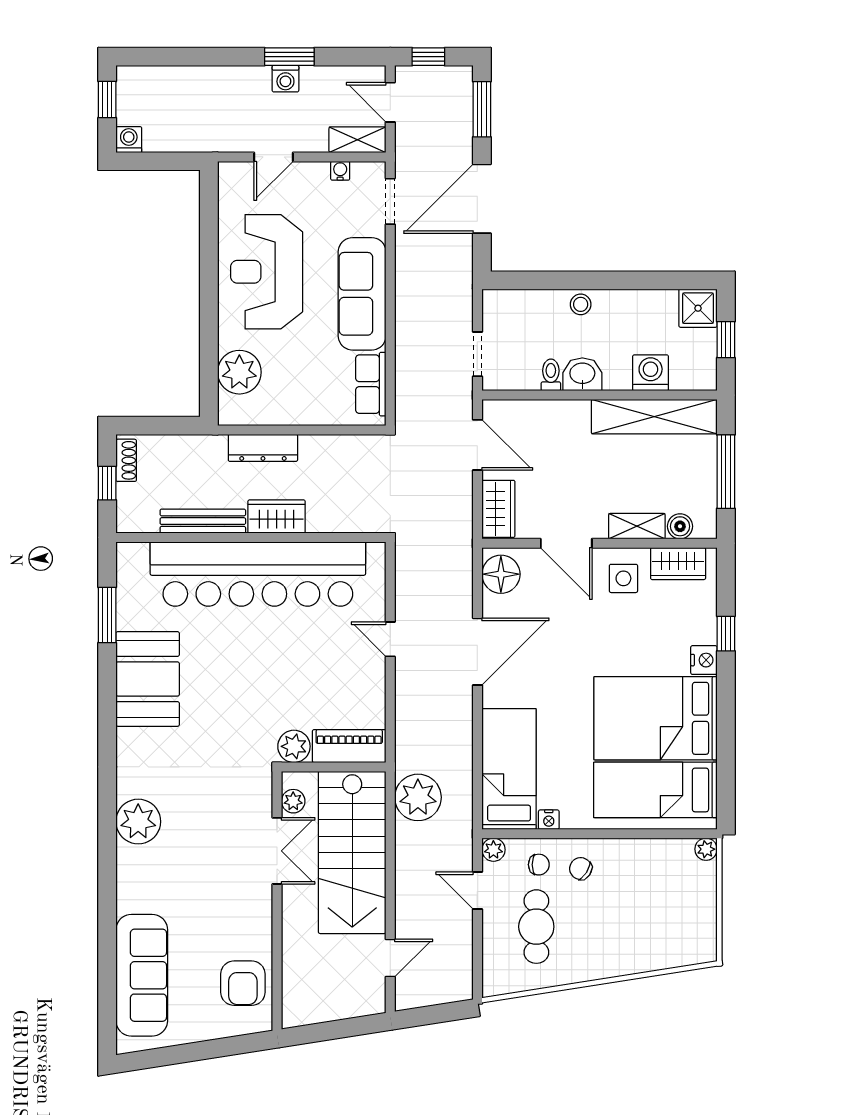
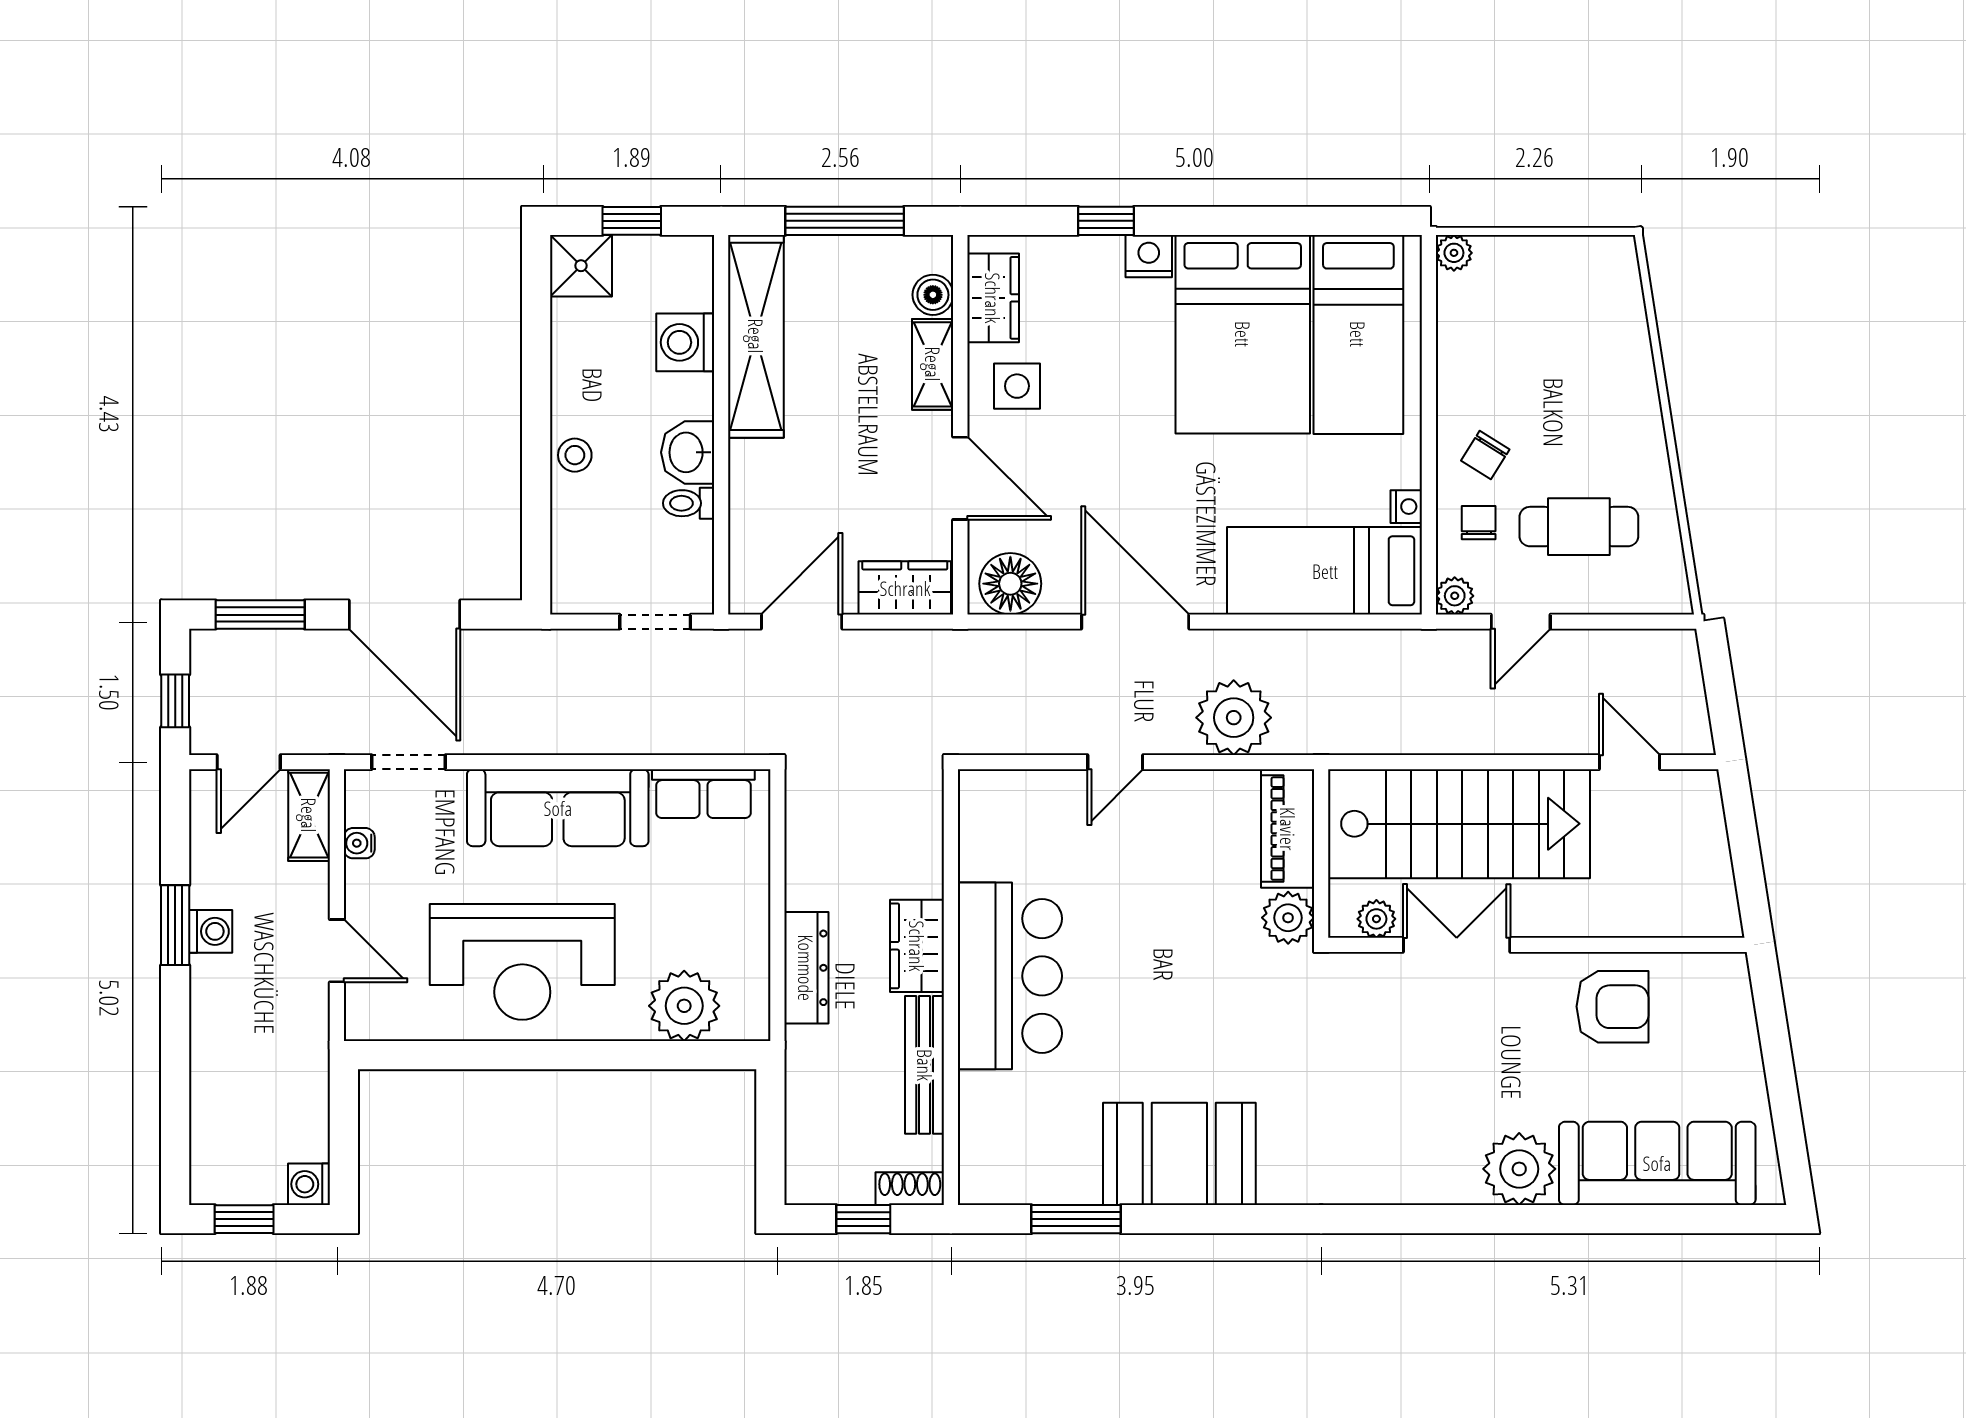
shoe rack: (126, 460) -> (910, 1189), moved
door: (566, 543) -> (960, 478), hinge flipped
bar counter: (258, 574) -> (1010, 976), width x0.54
plant: (418, 797) -> (1234, 718), moved
plant: (138, 822) -> (1519, 1169), moved
armchair: (243, 983) -> (1612, 1007), moved

